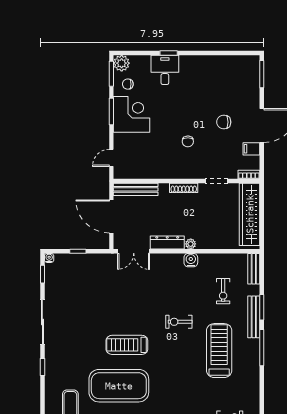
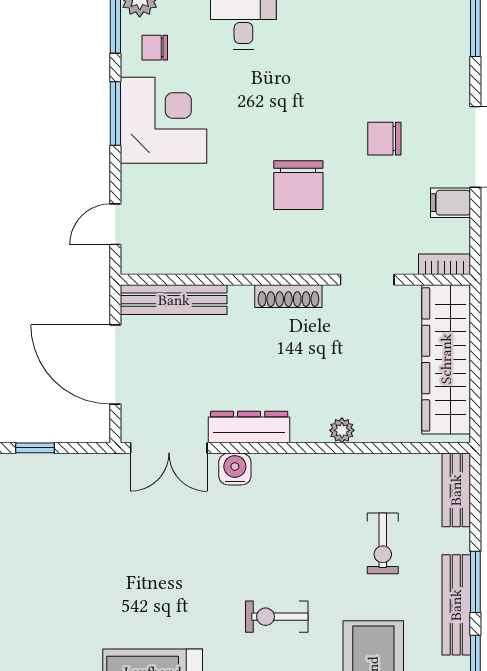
chair: (188, 141) -> (298, 185), width x1.87, depth x1.87
plant: (191, 244) -> (342, 430), moved
water cooler: (191, 260) -> (235, 469), moved

